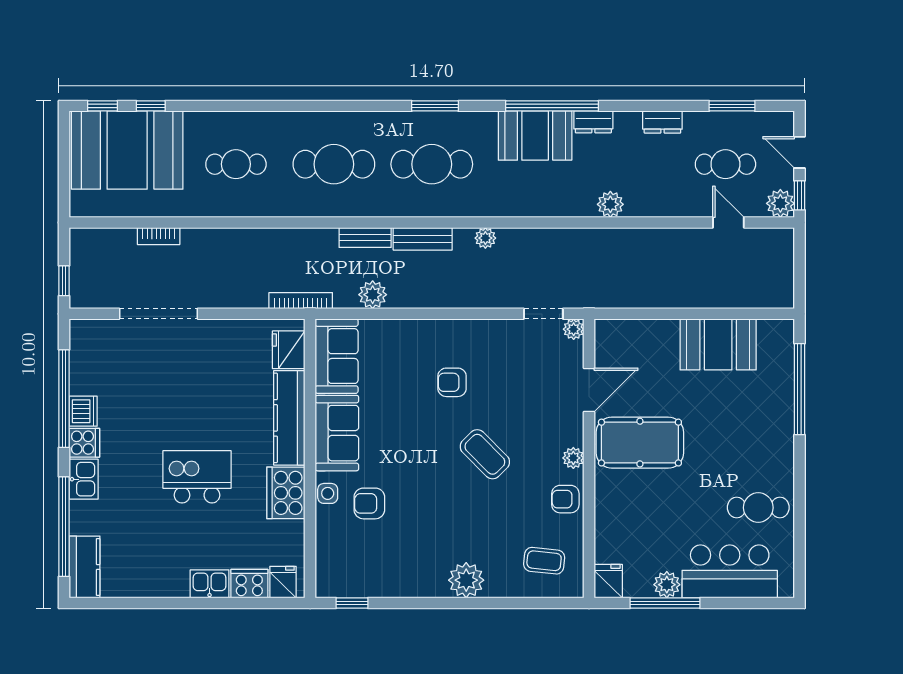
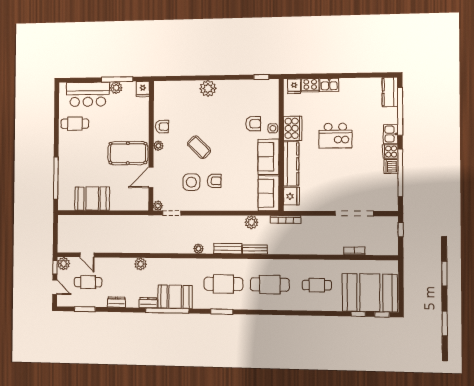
side table: (501, 380) -> (191, 182), added
coffee table: (544, 561) -> (172, 98), removed

